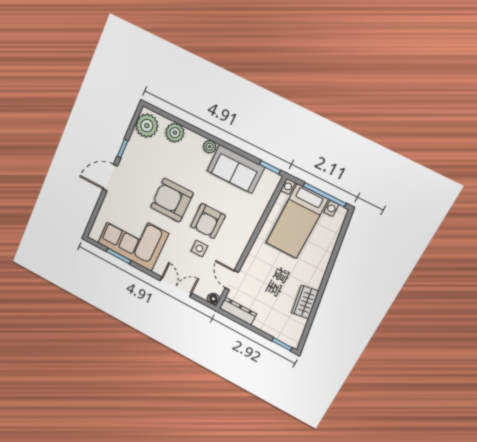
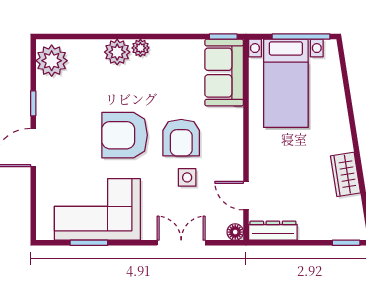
plant: (175, 133) -> (117, 52), moved
sofa: (236, 169) -> (224, 73), moved, turned 90

